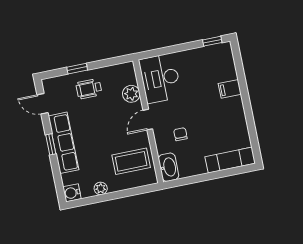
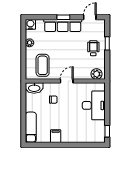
desk: (160, 78) -> (94, 105), moved, turned 90
filing cabinet: (230, 89) -> (56, 136), moved
plant: (131, 94) -> (97, 74), moved
door: (148, 120) -> (67, 81), hinge flipped

